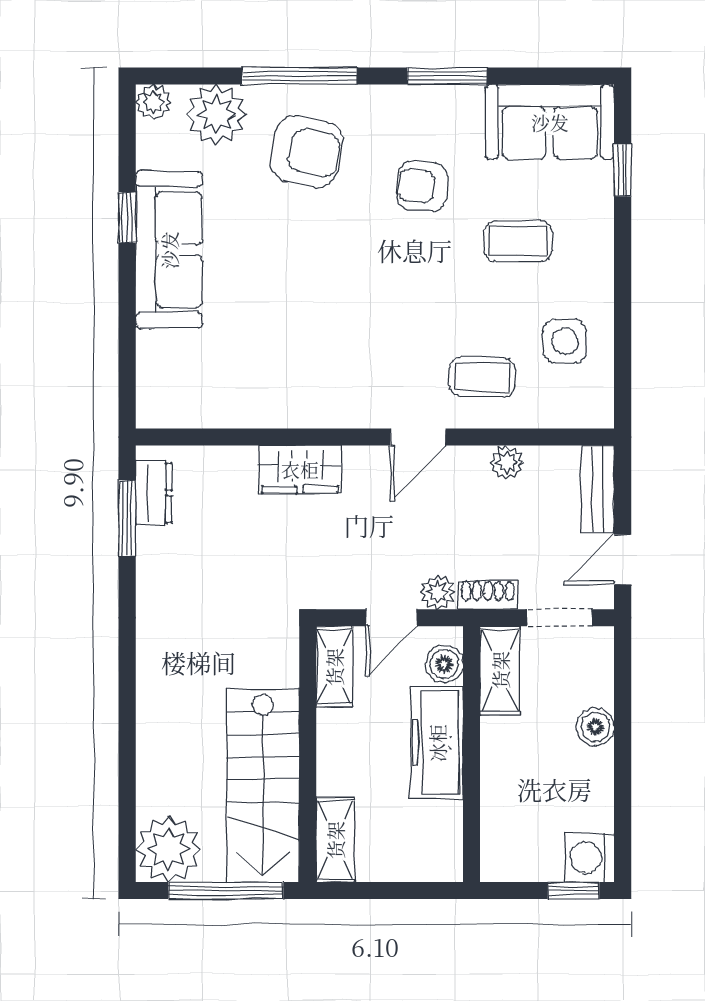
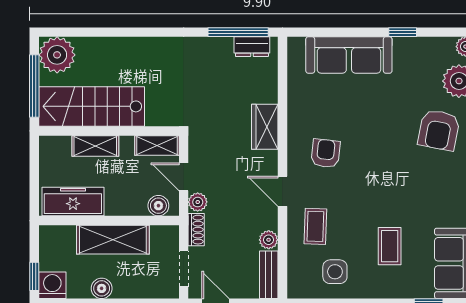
armchair: (422, 186) -> (326, 153), moved
sofa: (169, 250) -> (349, 55), moved
bench: (598, 489) -> (269, 275), moved, turned 90
window: (127, 518) -> (238, 32), width x1.44
shelving: (500, 670) -> (113, 240), moved, width x1.50, depth x1.33
boiler: (595, 727) -> (102, 288), moved
freezer: (437, 743) -> (73, 202), moved
shelving: (335, 840) -> (95, 146), moved

